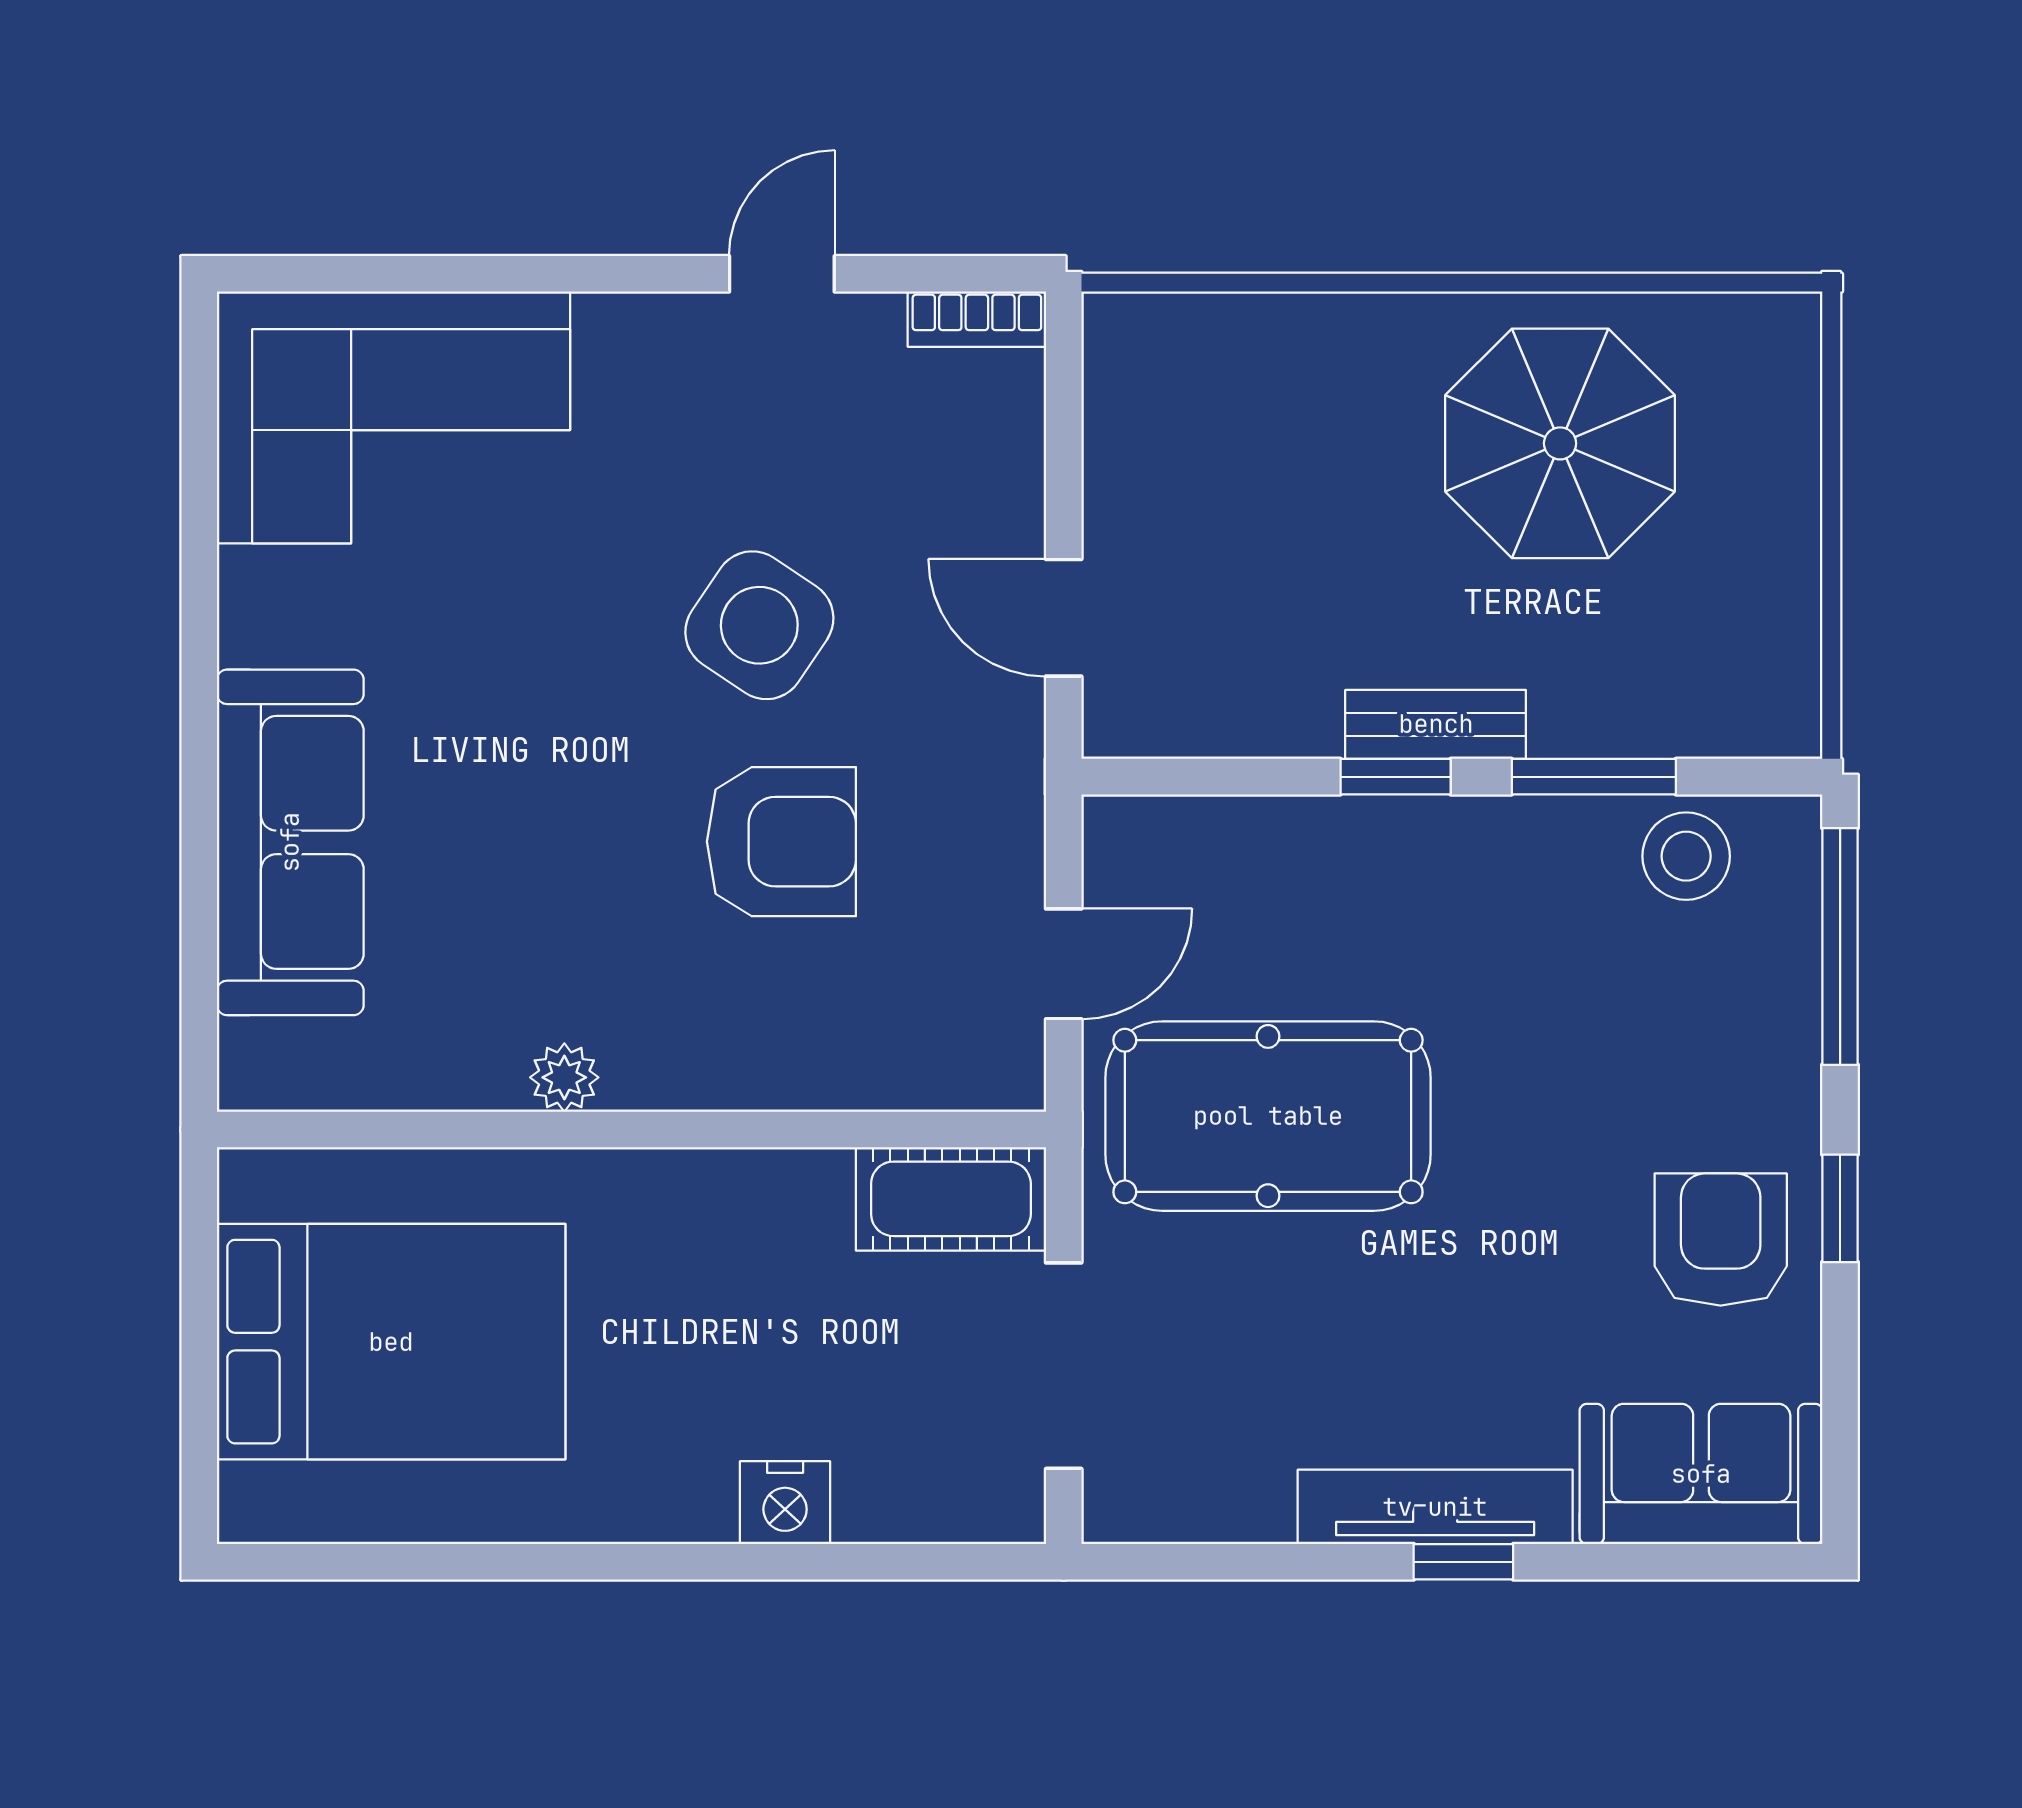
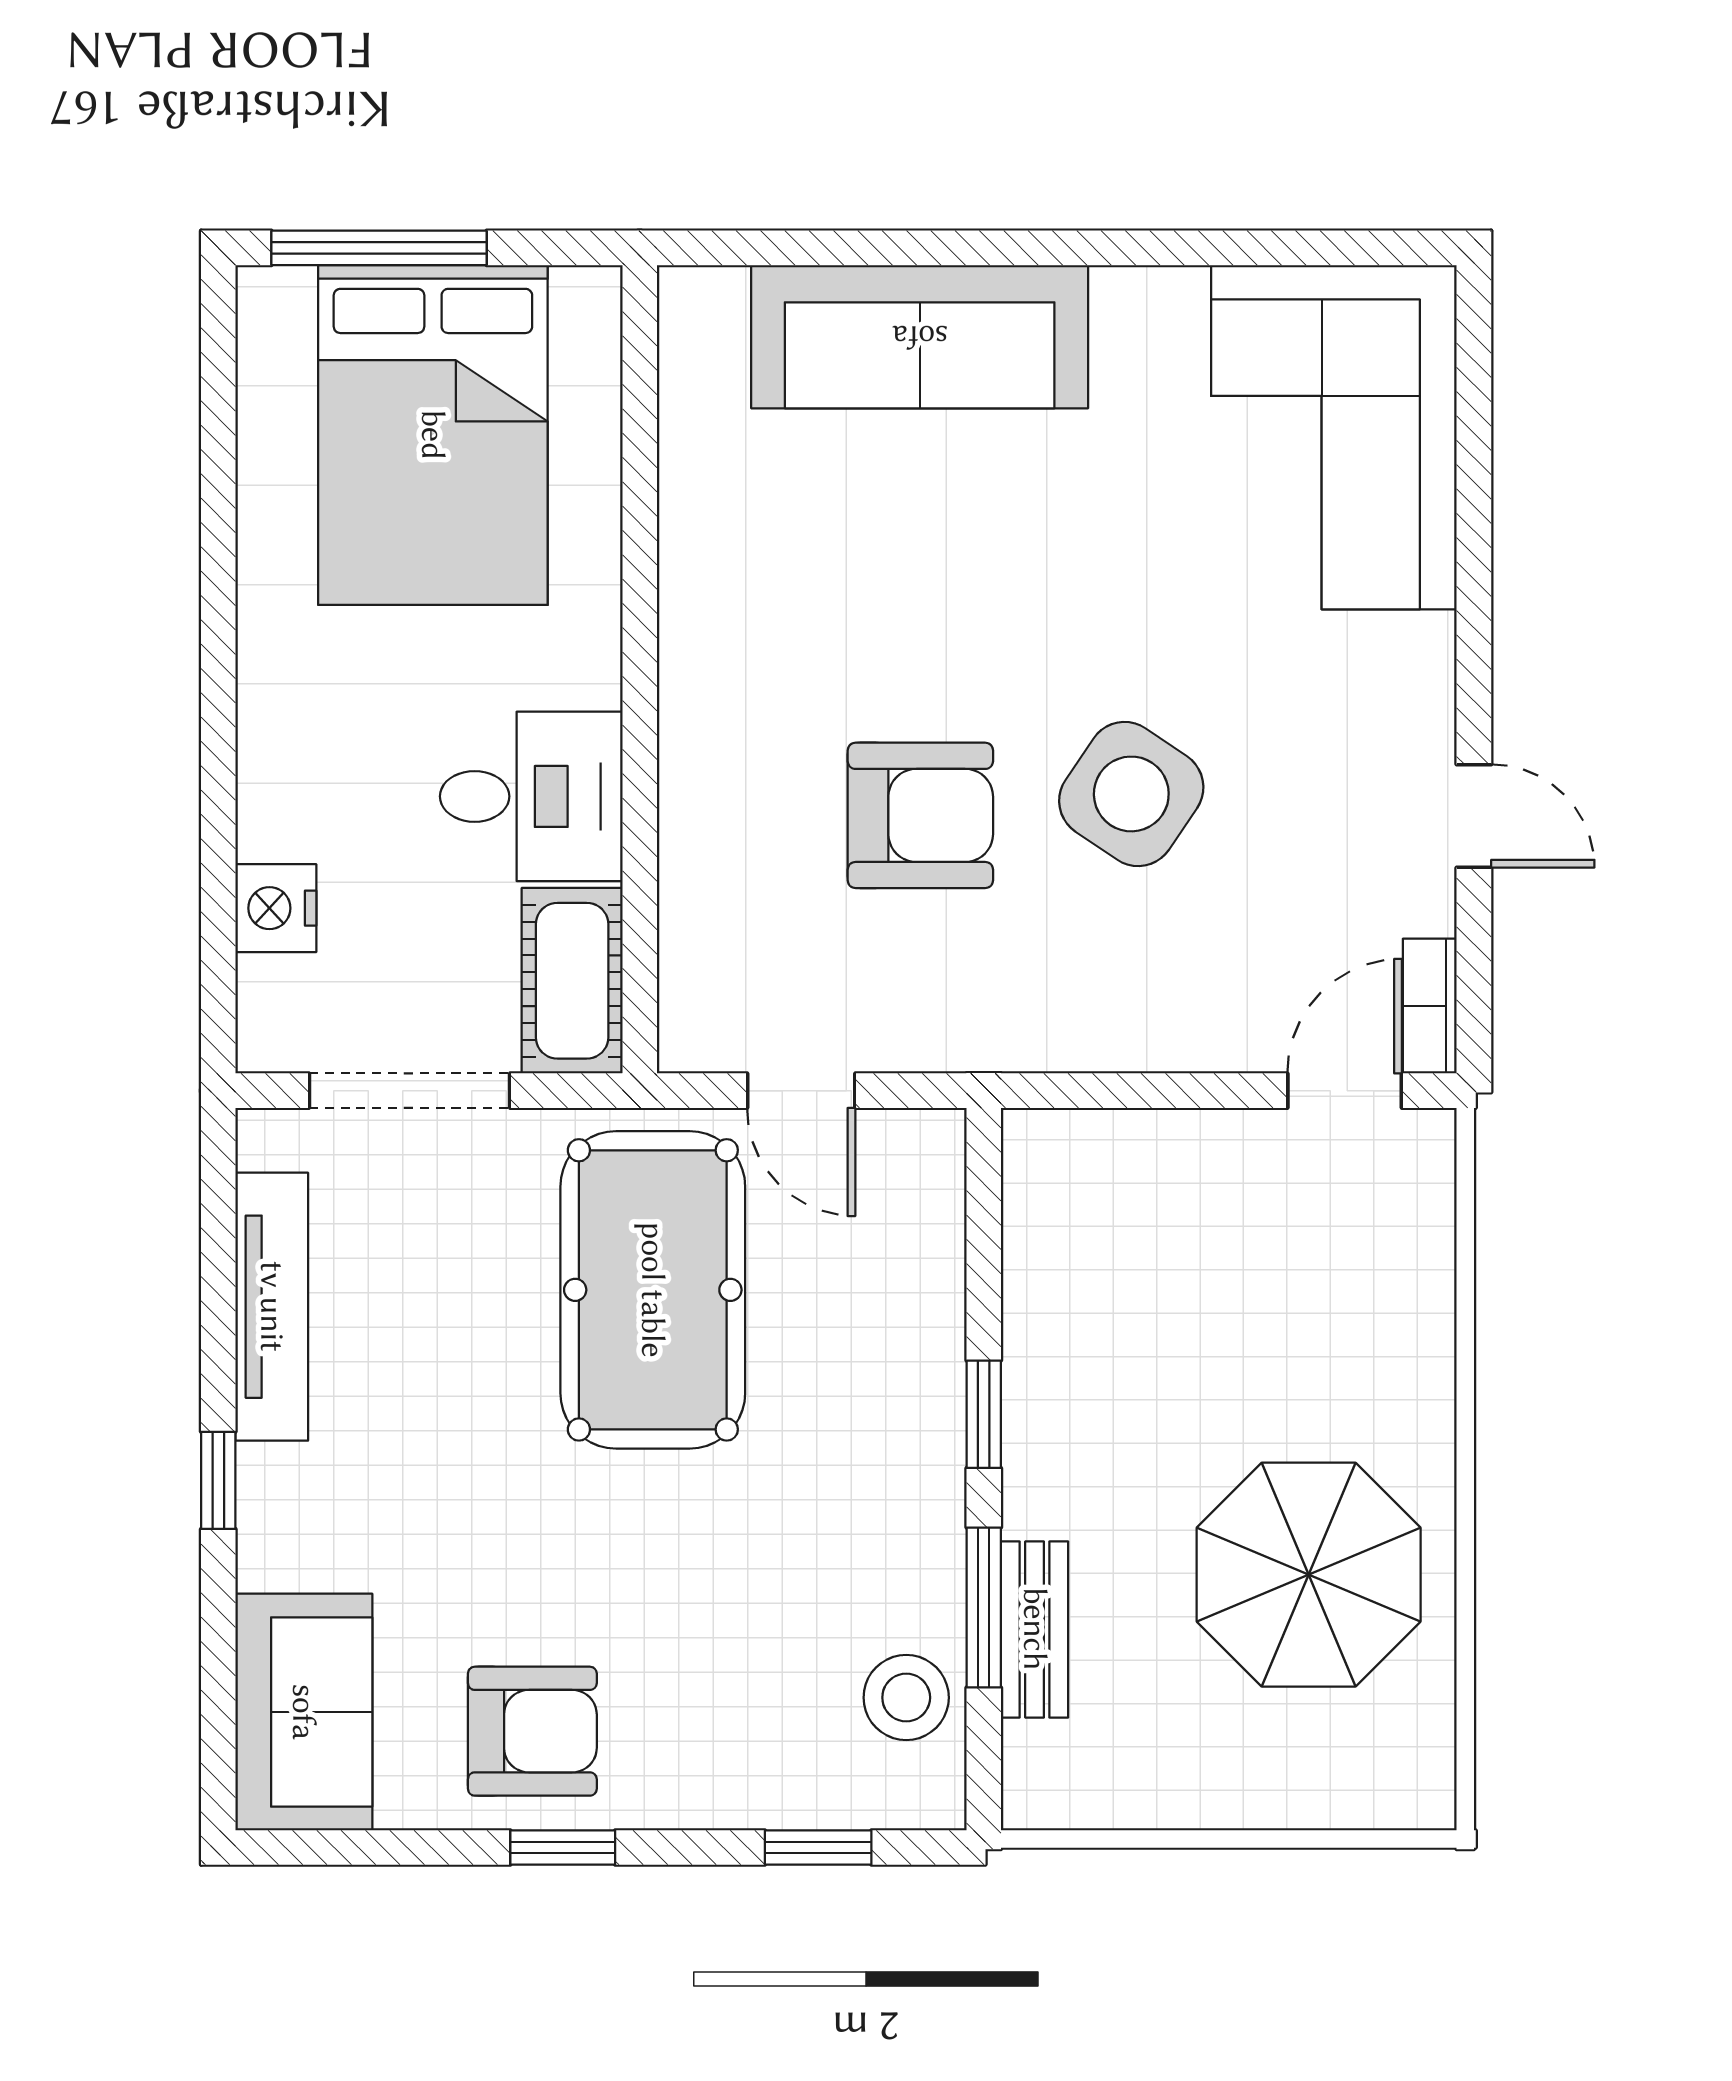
door: (1064, 618) -> (1345, 1091), moved
bench: (1436, 724) -> (1035, 1629), moved
armchair: (781, 842) -> (920, 815), turned -90
window: (1840, 946) -> (818, 1848), width x0.46
plant: (564, 1077) -> (690, 604), removed
desk: (762, 1241) -> (531, 796), added
window: (199, 1397) -> (379, 248), added
nightstand: (785, 1503) -> (276, 908), moved
tv unit: (1435, 1507) -> (272, 1307), moved

